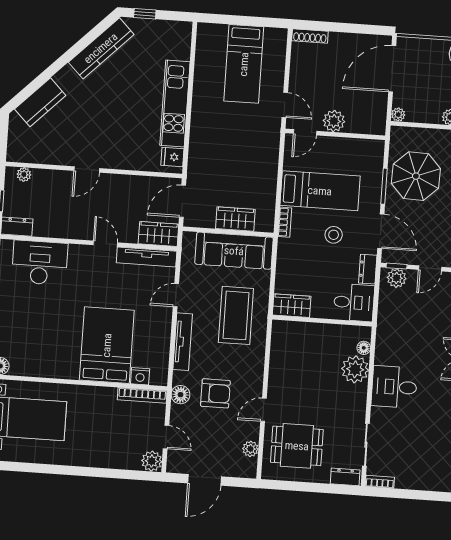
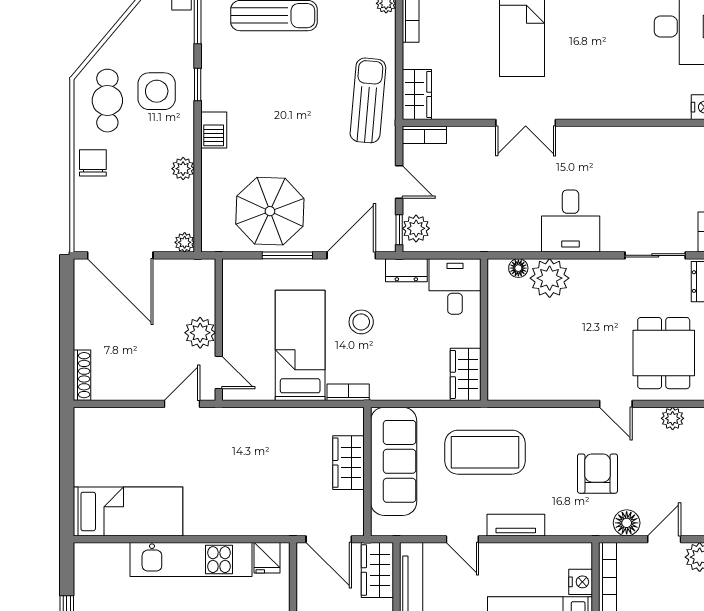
bed: (244, 64) -> (128, 511), moved
tv unit: (183, 342) -> (516, 525), width x0.71
floor lamp: (180, 395) -> (627, 523), moved

